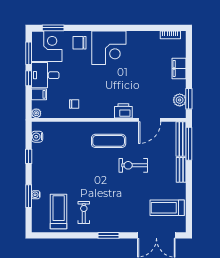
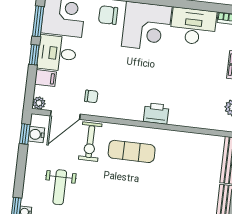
desk: (143, 44) -> (193, 26), added
door: (150, 120) -> (65, 115), moved
window: (29, 156) -> (25, 134), moved
exercise bike: (133, 165) -> (90, 142), moved, turned -90
weight bench: (59, 173) -> (60, 187), added

